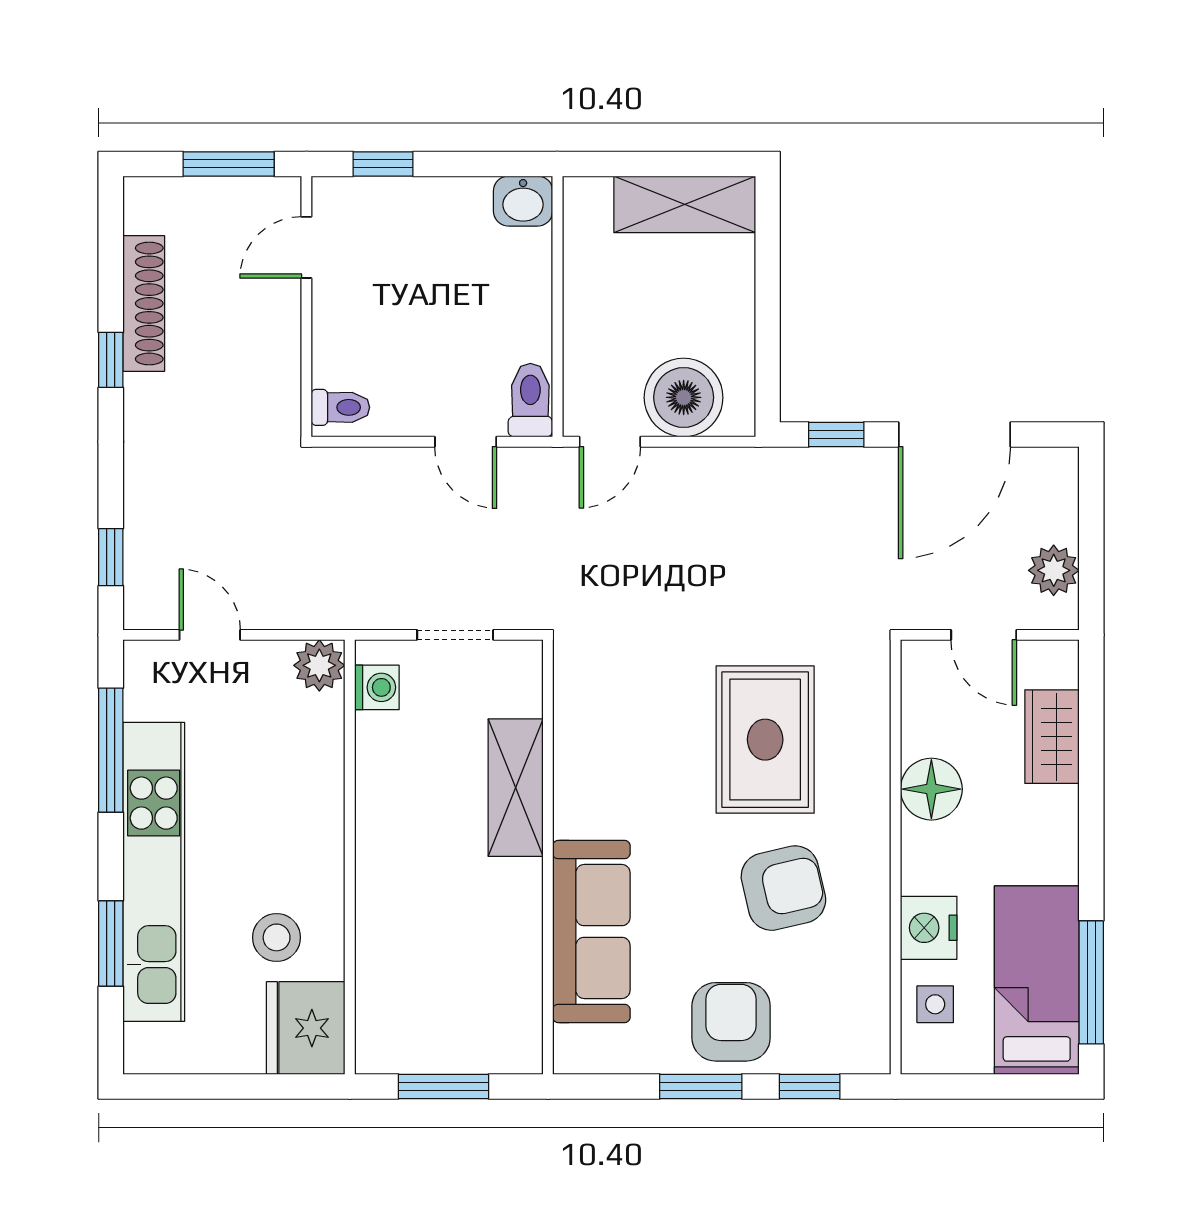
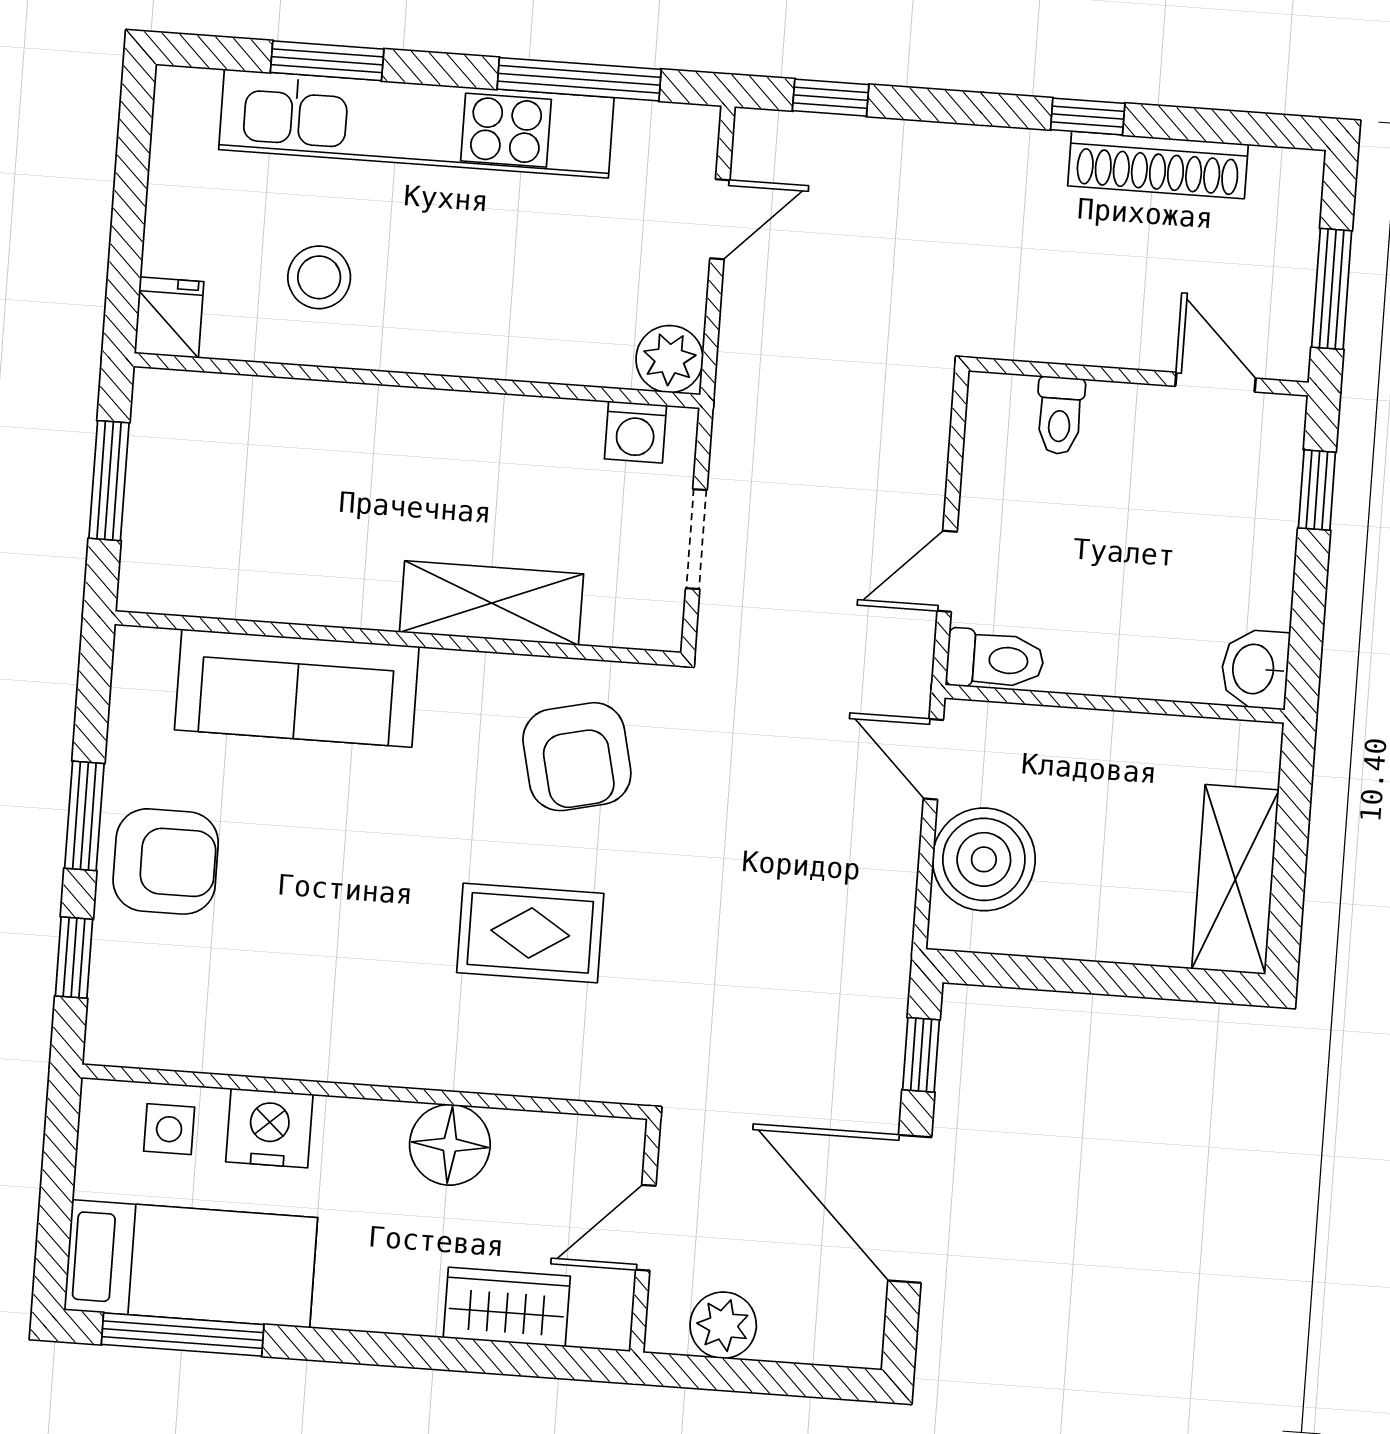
toilet: (340, 407) -> (1060, 415), moved
rug: (765, 740) -> (530, 933), width x0.73, depth x0.70
armchair: (783, 888) -> (577, 757), moved
fridge: (306, 1028) -> (169, 318), width x0.53, depth x0.75

